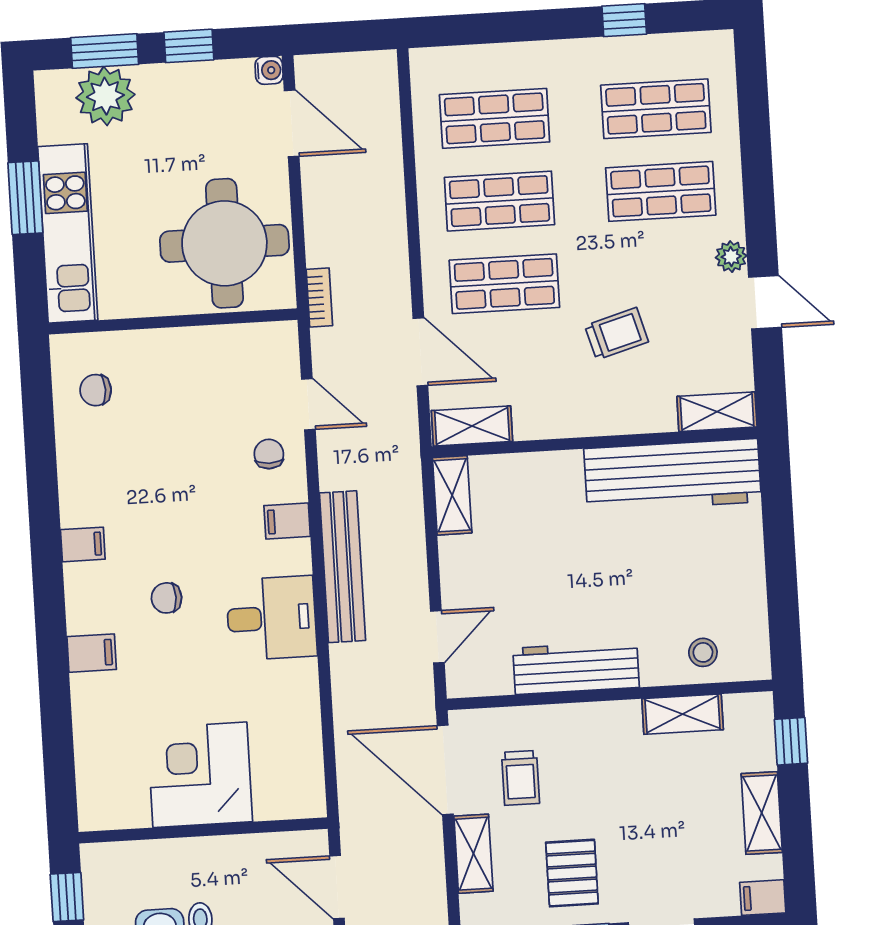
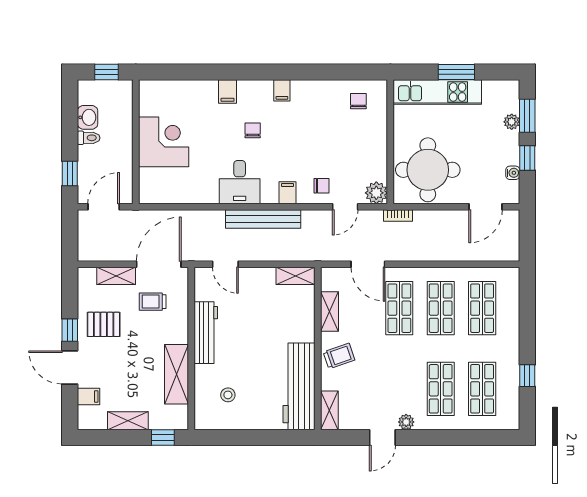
water cooler: (269, 70) -> (513, 173), moved, turned -90
plant: (105, 96) -> (512, 122), width x0.53, depth x0.53
trolley: (617, 334) -> (339, 356), moved, turned -93
plant: (277, 343) -> (376, 193), added
door: (420, 352) -> (368, 264), hinge flipped
shelving: (472, 426) -> (329, 312), moved
stool: (703, 652) -> (228, 395), moved
shelving: (683, 714) -> (177, 374), width x1.50, depth x1.33
filing cabinet: (763, 898) -> (88, 397), moved, turned 90

